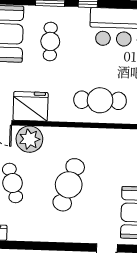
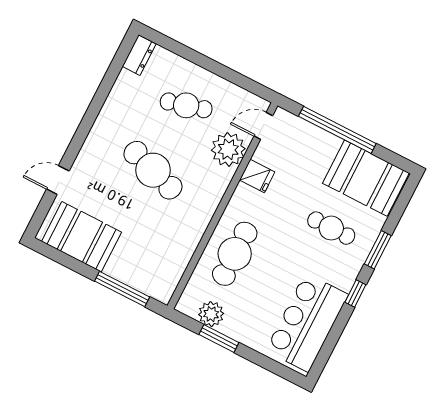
fridge: (31, 106) -> (257, 176), width x0.53, depth x0.75

